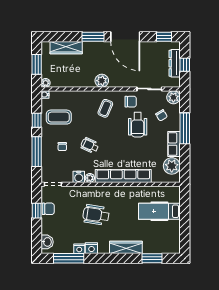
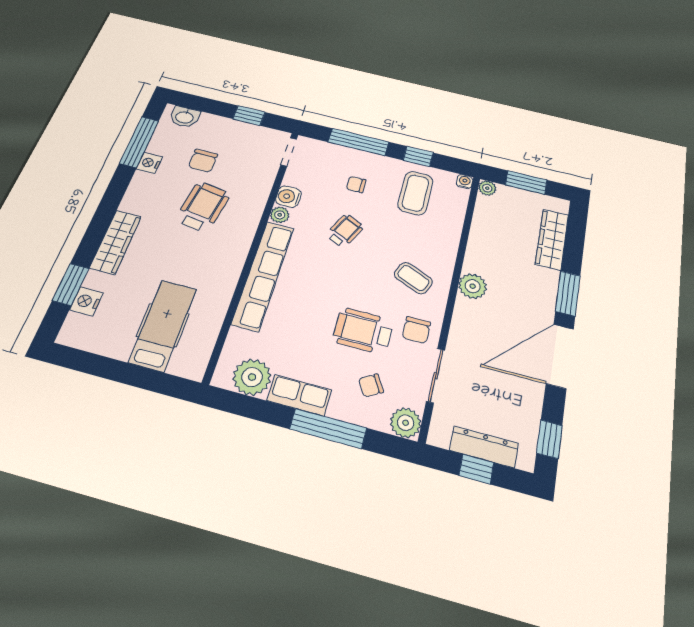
chair: (48, 209) -> (203, 161), moved
nightstand: (91, 248) -> (86, 301), moved

